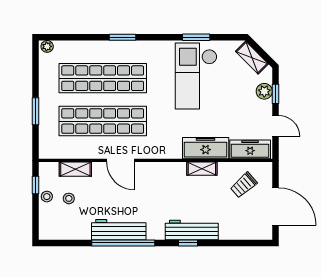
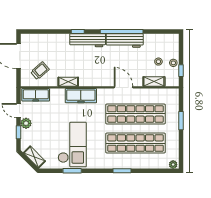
plant: (264, 91) -> (26, 123), moved
freezer: (206, 148) -> (81, 96), moved
workbench: (192, 230) -> (88, 40), moved

